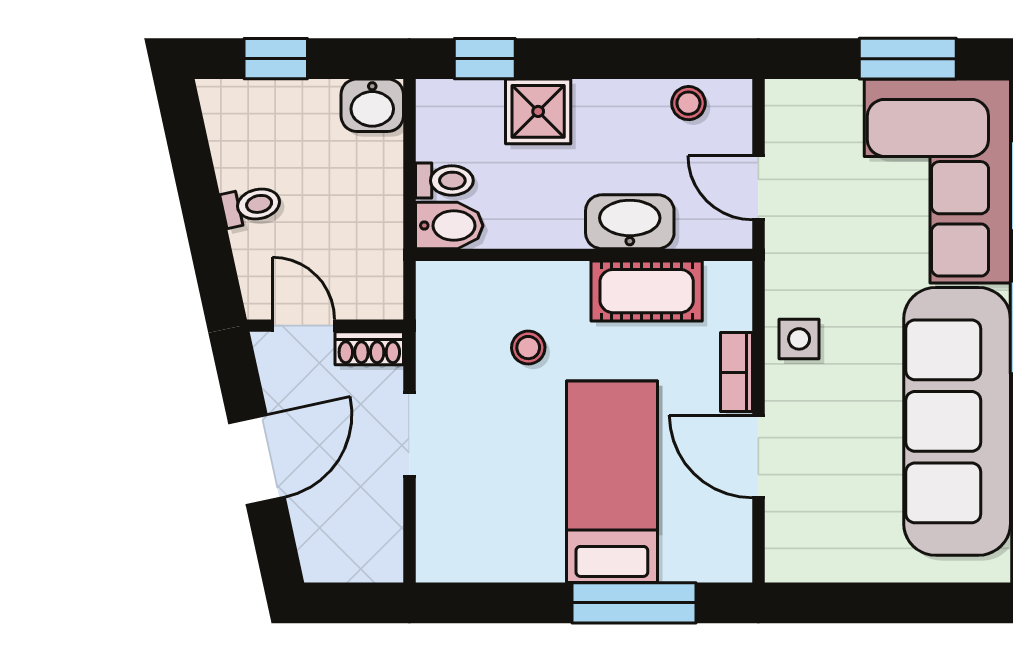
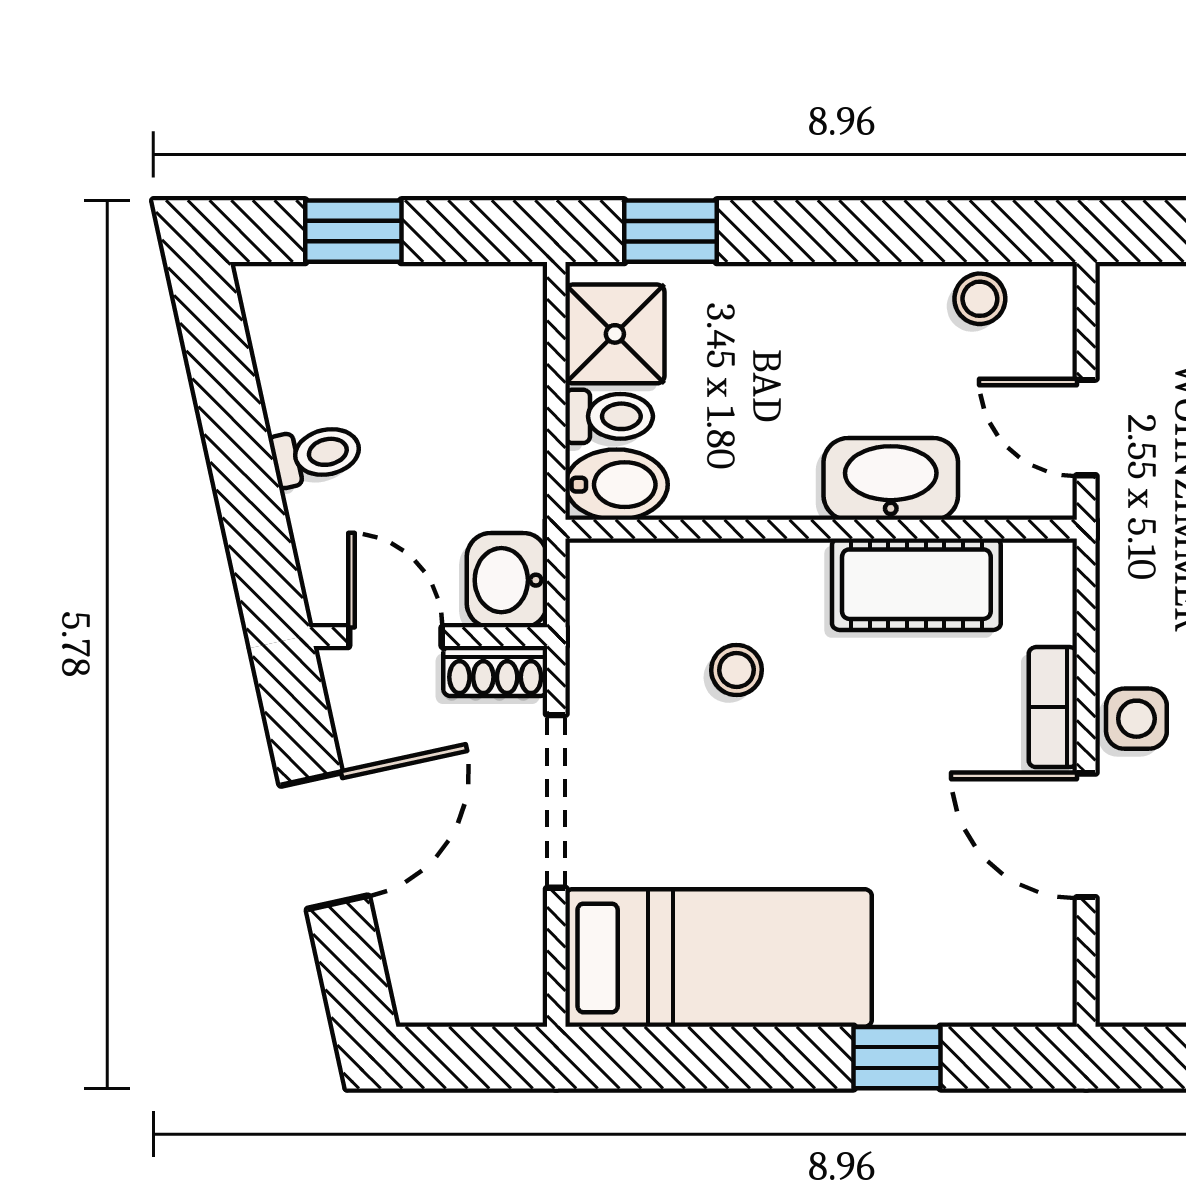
washbasin: (372, 105) -> (507, 580), moved, turned 90
shower: (538, 111) -> (615, 334), moved
side table: (799, 339) -> (1136, 719), moved
doorway: (409, 434) -> (556, 801), width x1.38
bed: (612, 482) -> (719, 958), moved, turned 90
window: (634, 603) -> (897, 1058), width x0.46

